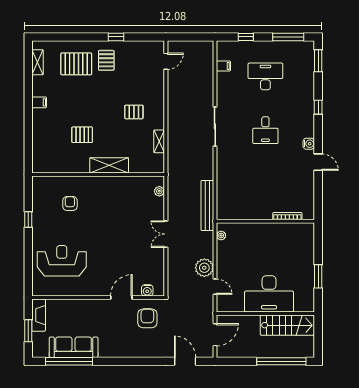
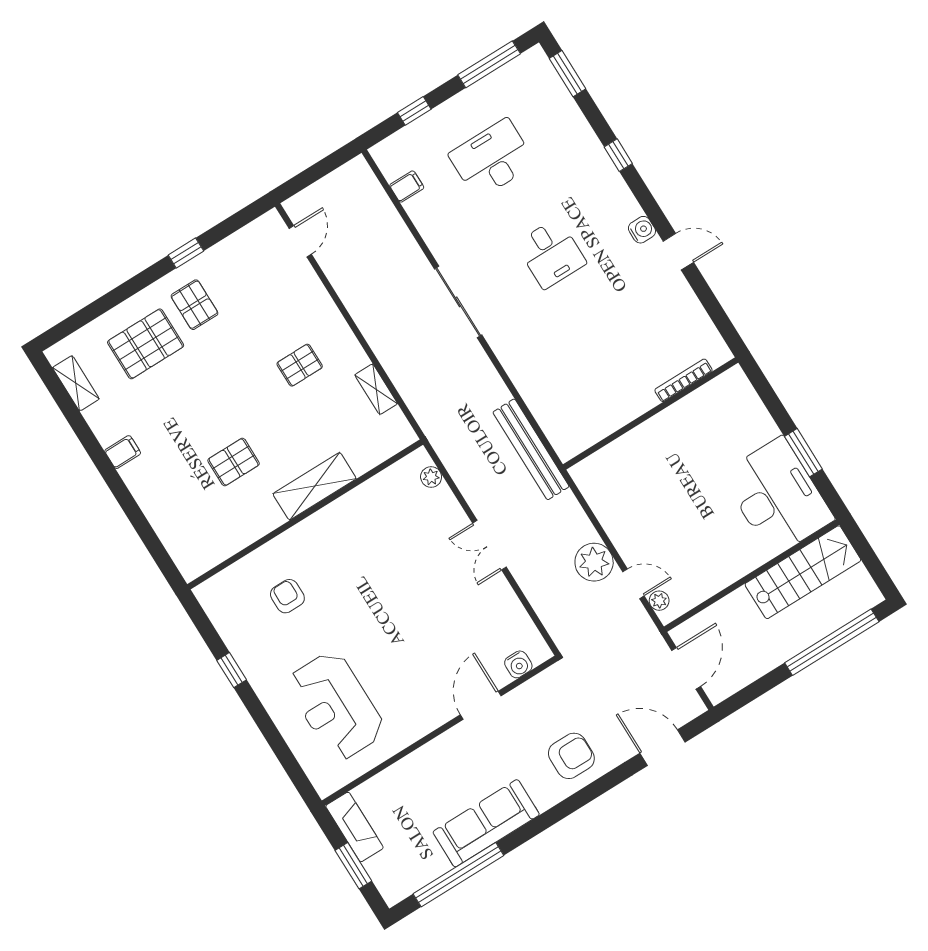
plant: (221, 235) -> (659, 601), moved
reception desk: (62, 261) -> (336, 706), turned -90
desk: (269, 294) -> (777, 497), moved, turned -90
armchair: (147, 318) -> (571, 756), moved, turned 90
sofa: (74, 347) -> (486, 823), moved

